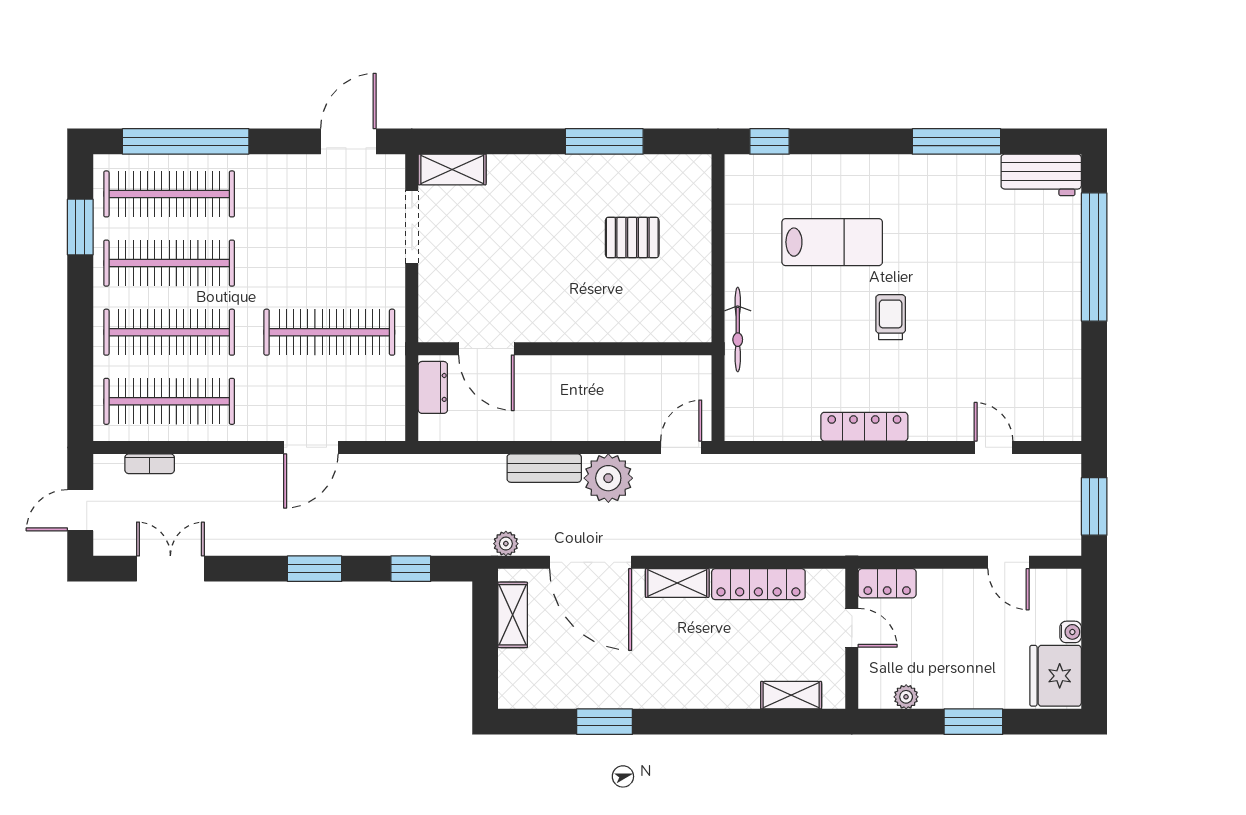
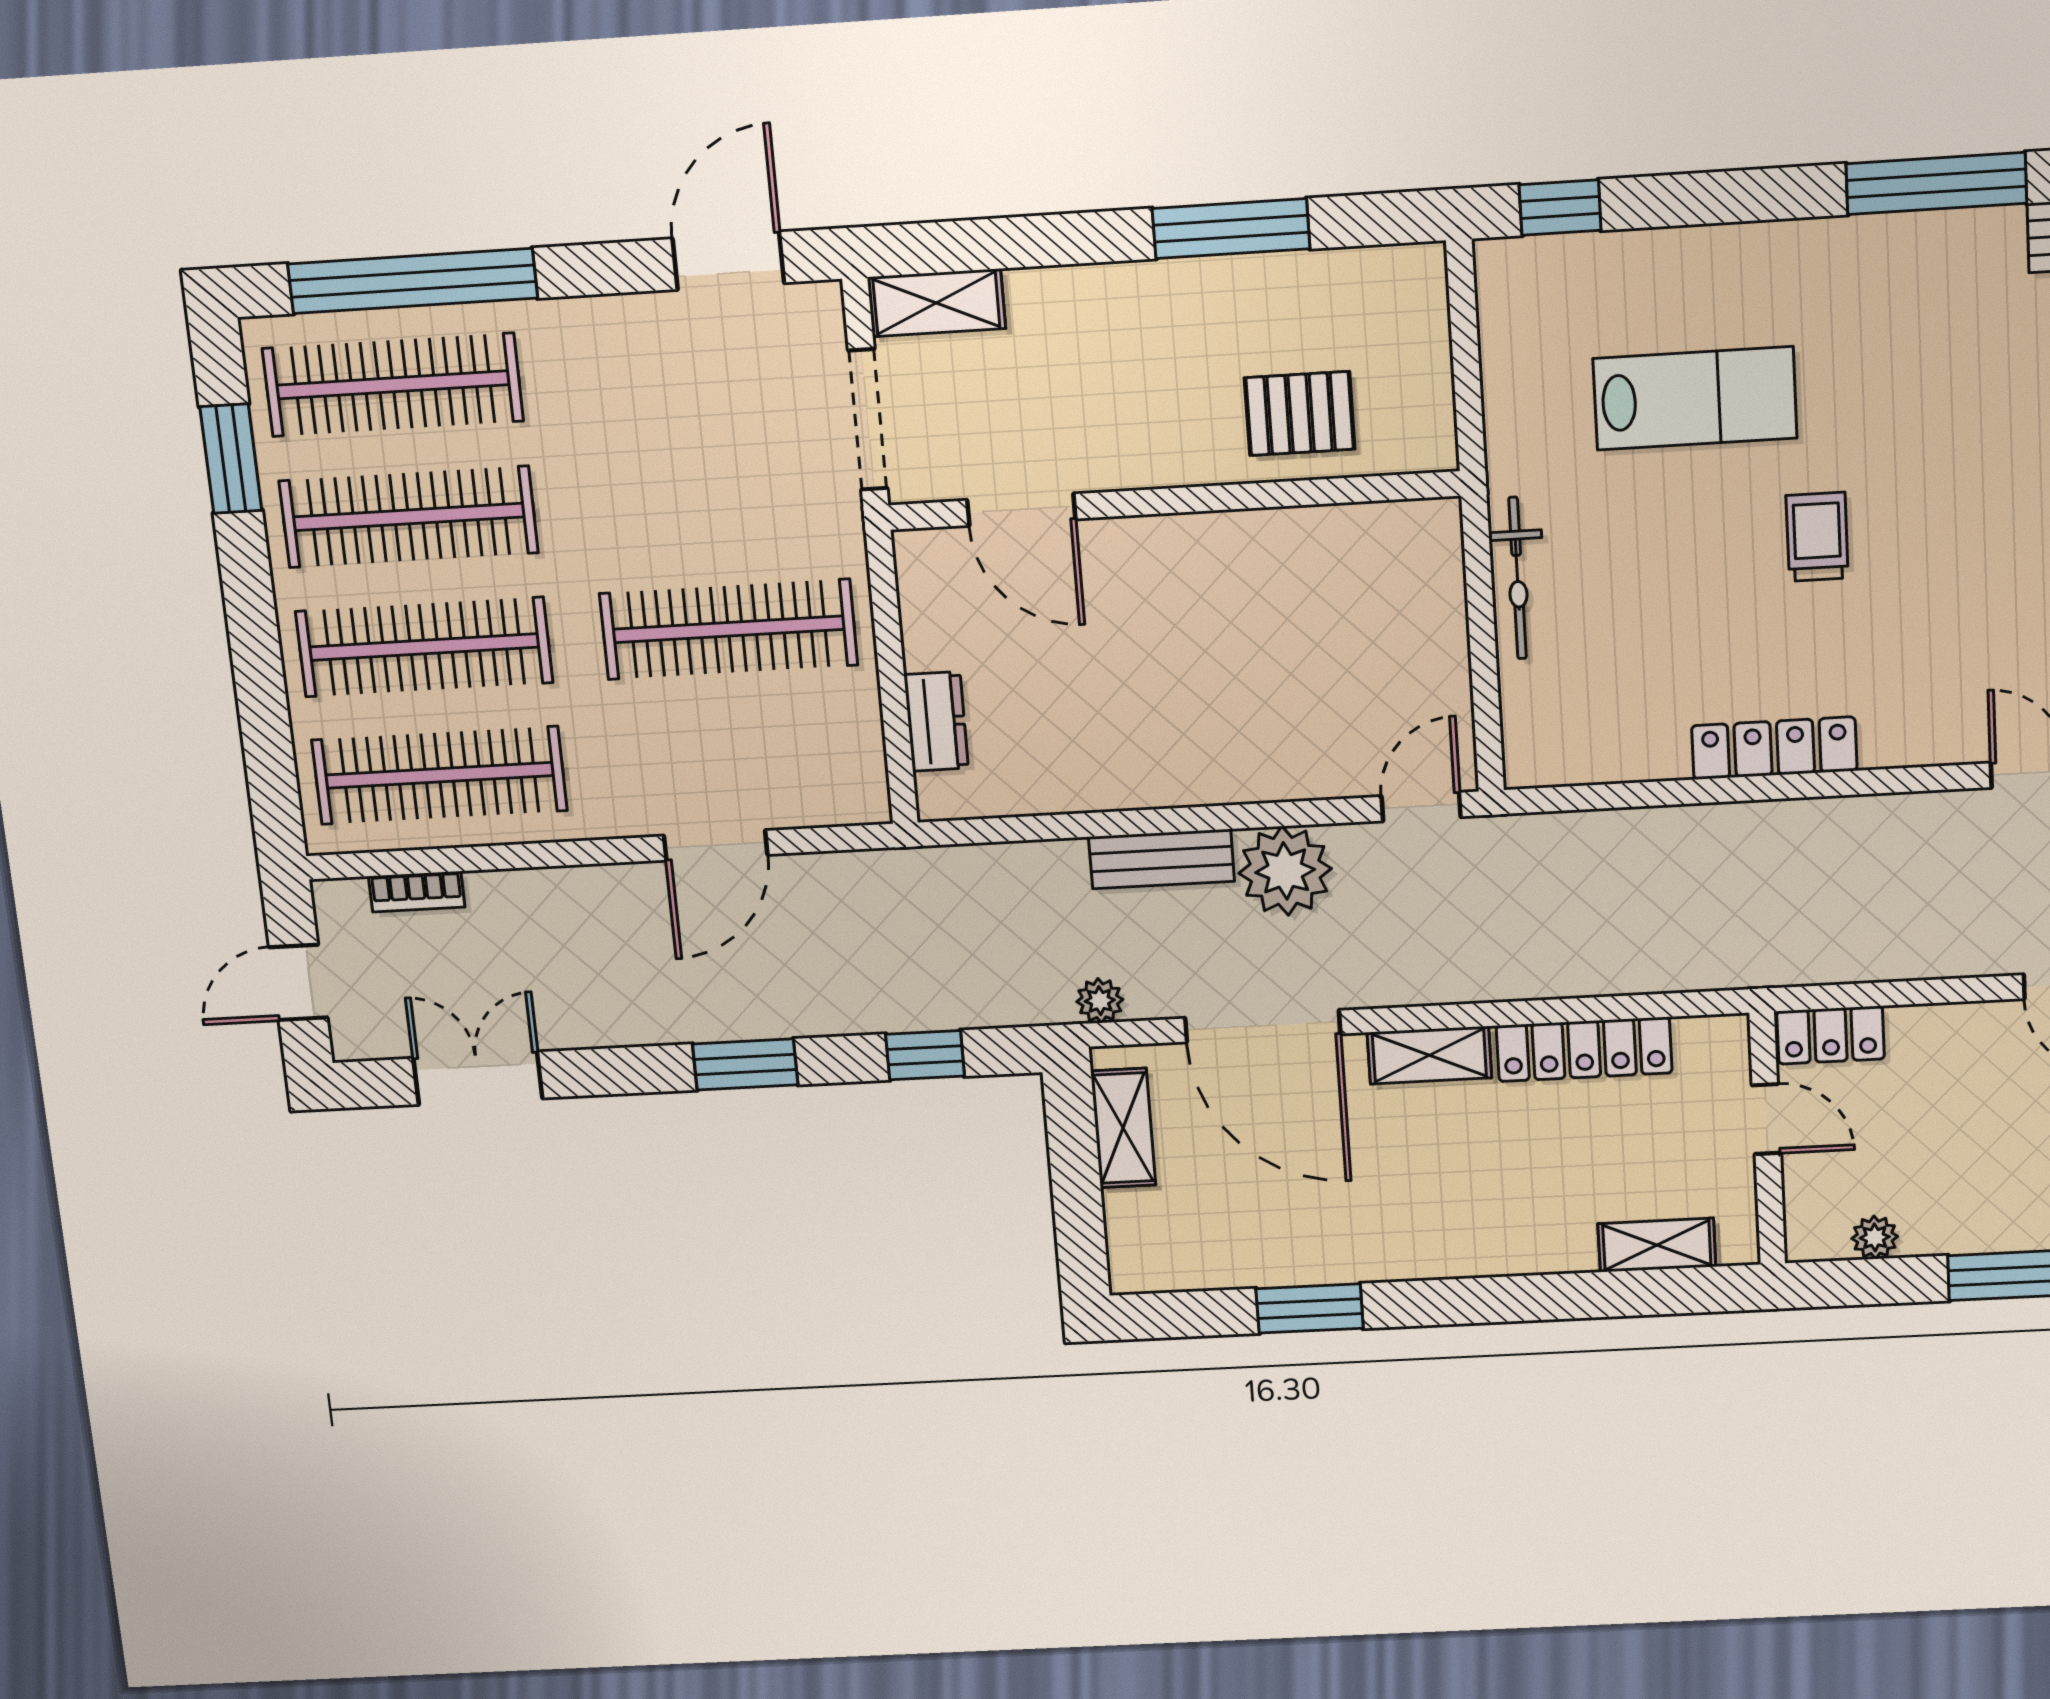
door: (486, 349) -> (1021, 510), moved
wall: (565, 349) -> (1174, 500), moved

